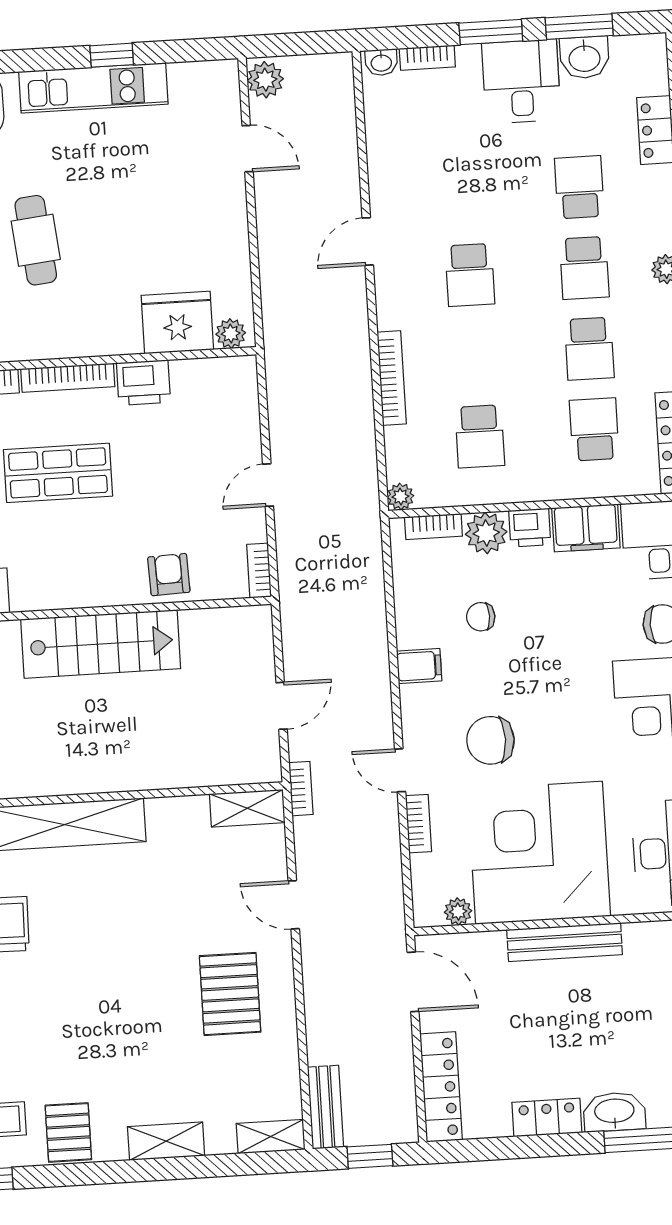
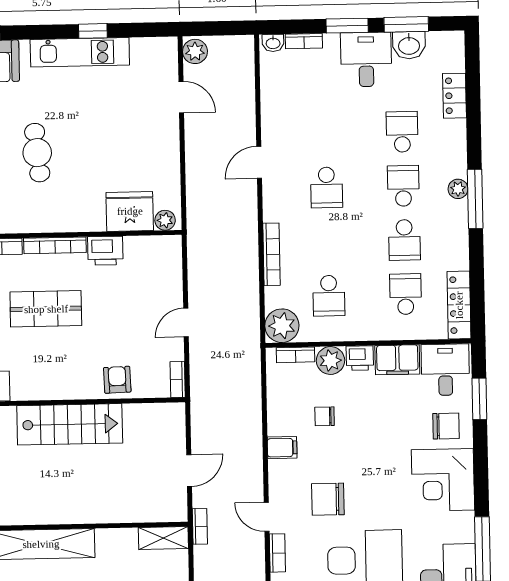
school desk: (584, 268) -> (403, 186), turned 180
plant: (400, 497) -> (282, 326), width x1.88, depth x1.88

